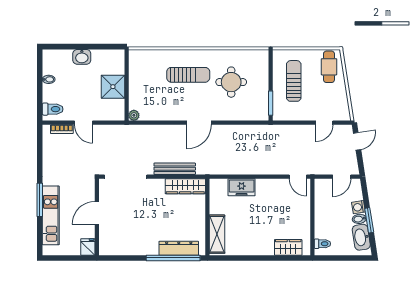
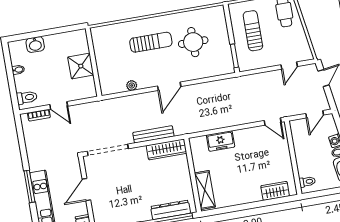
washbasin: (82, 57) -> (35, 45), moved
plant: (134, 115) -> (132, 85), moved

